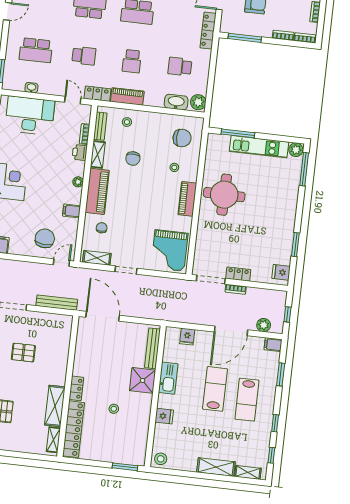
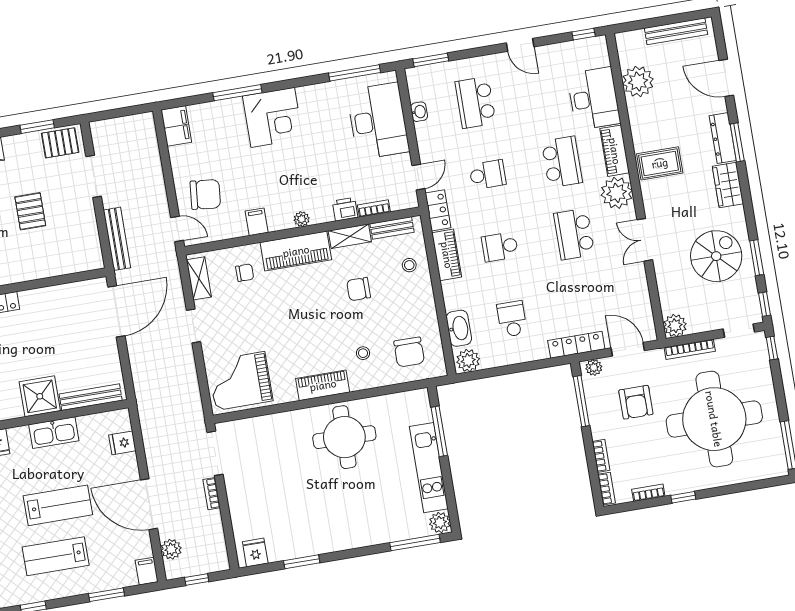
plant: (226, 24) -> (594, 367), added
school desk: (84, 56) -> (488, 175), turned -90
locker: (238, 274) -> (235, 491), removed

